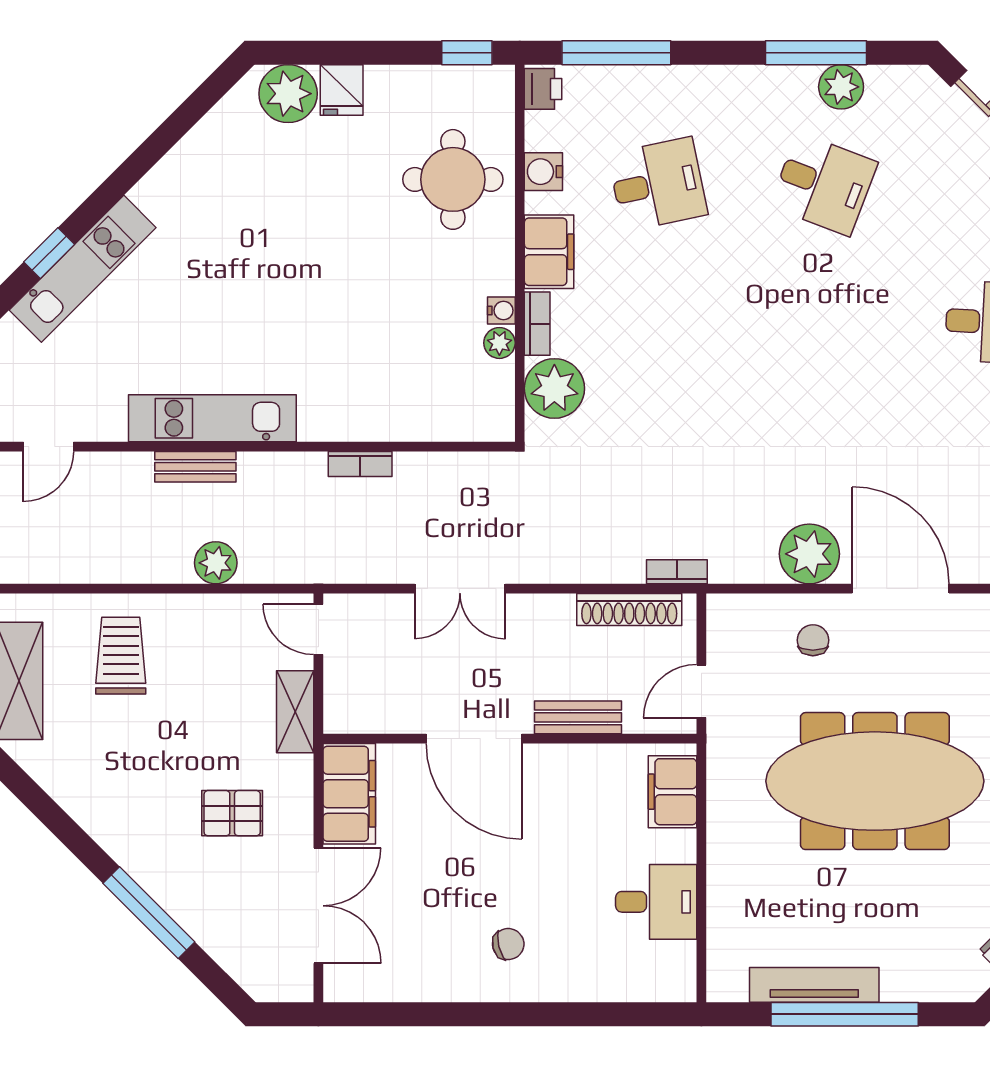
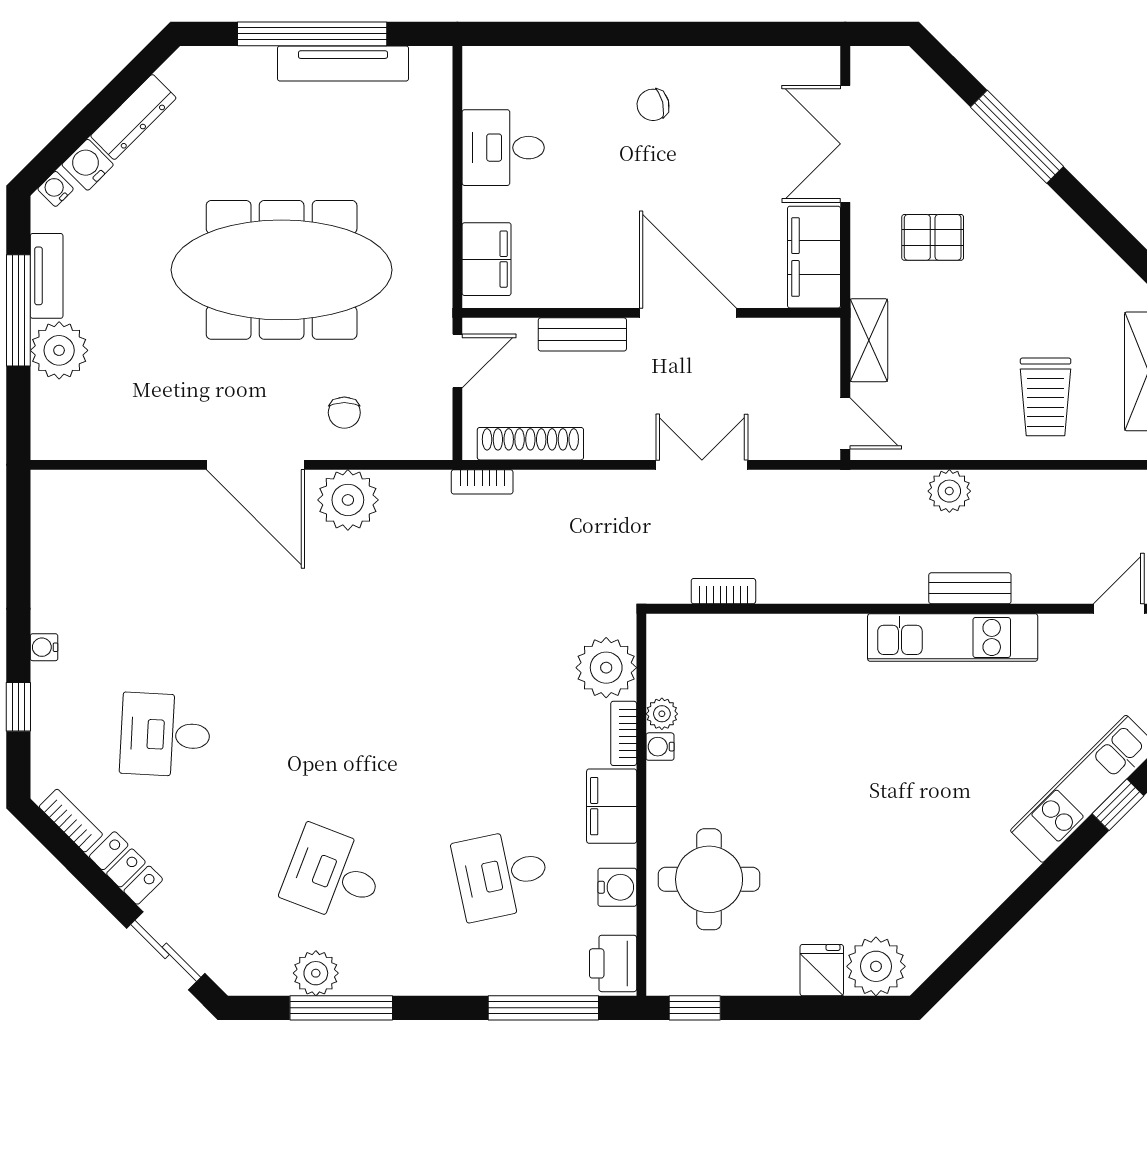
printer: (543, 89) -> (613, 963), width x1.36, depth x1.24
bookcase: (360, 464) -> (723, 591), moved

